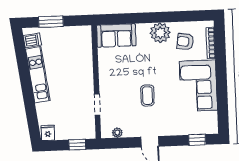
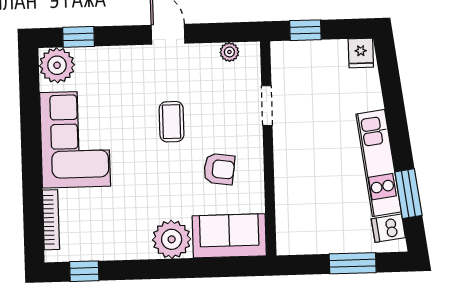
window: (193, 16) -> (84, 271), added
plant: (160, 33) -> (172, 239), moved
armchair: (185, 42) -> (219, 169), moved
window: (22, 59) -> (408, 194), added
plant: (208, 125) -> (57, 65), added

